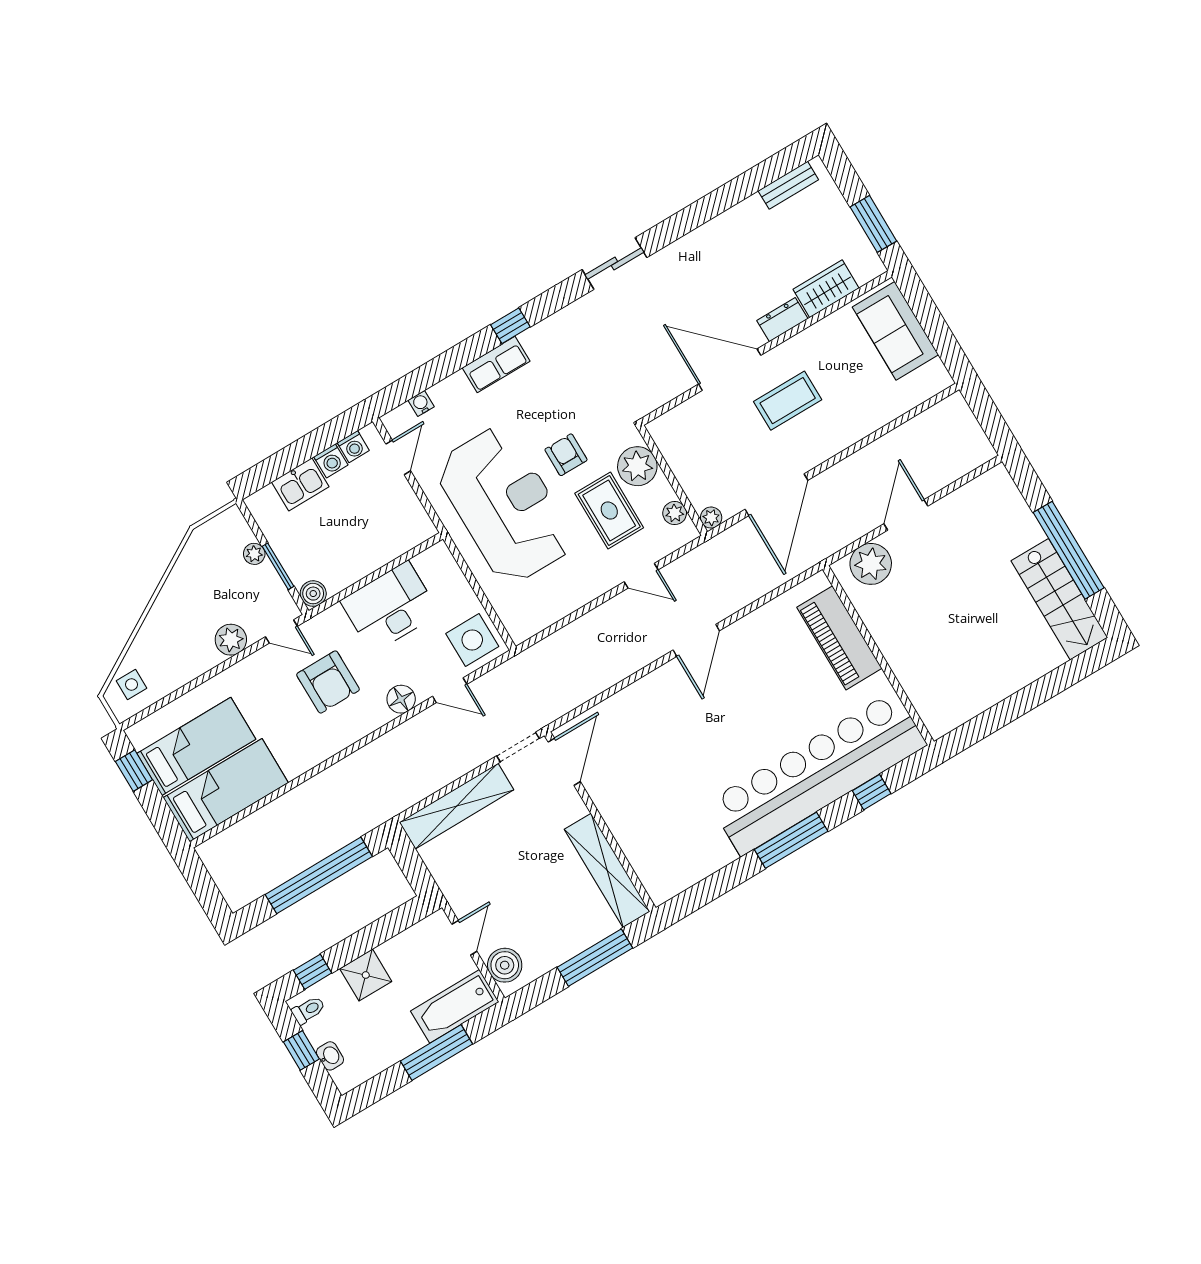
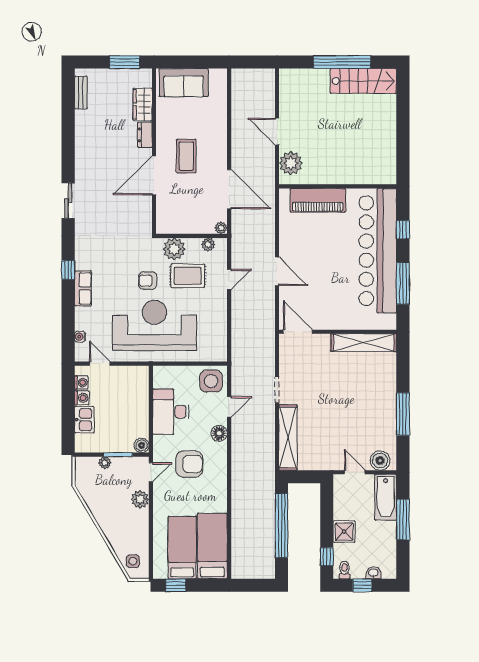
door: (564, 762) -> (298, 332), moved
wall: (600, 822) -> (338, 332), moved
shelving: (607, 870) -> (364, 343), moved

